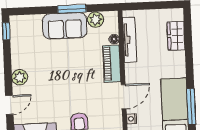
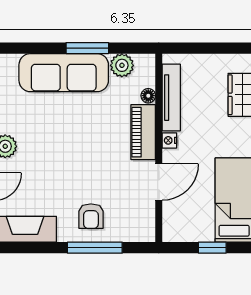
sofa: (65, 26) -> (64, 73), width x1.36
nightstand: (132, 119) -> (169, 140), moved

